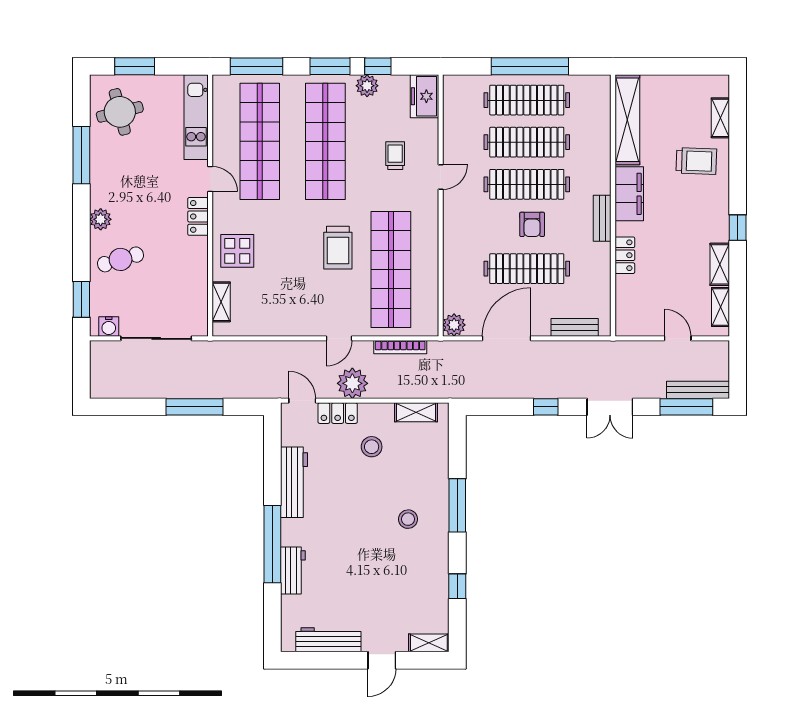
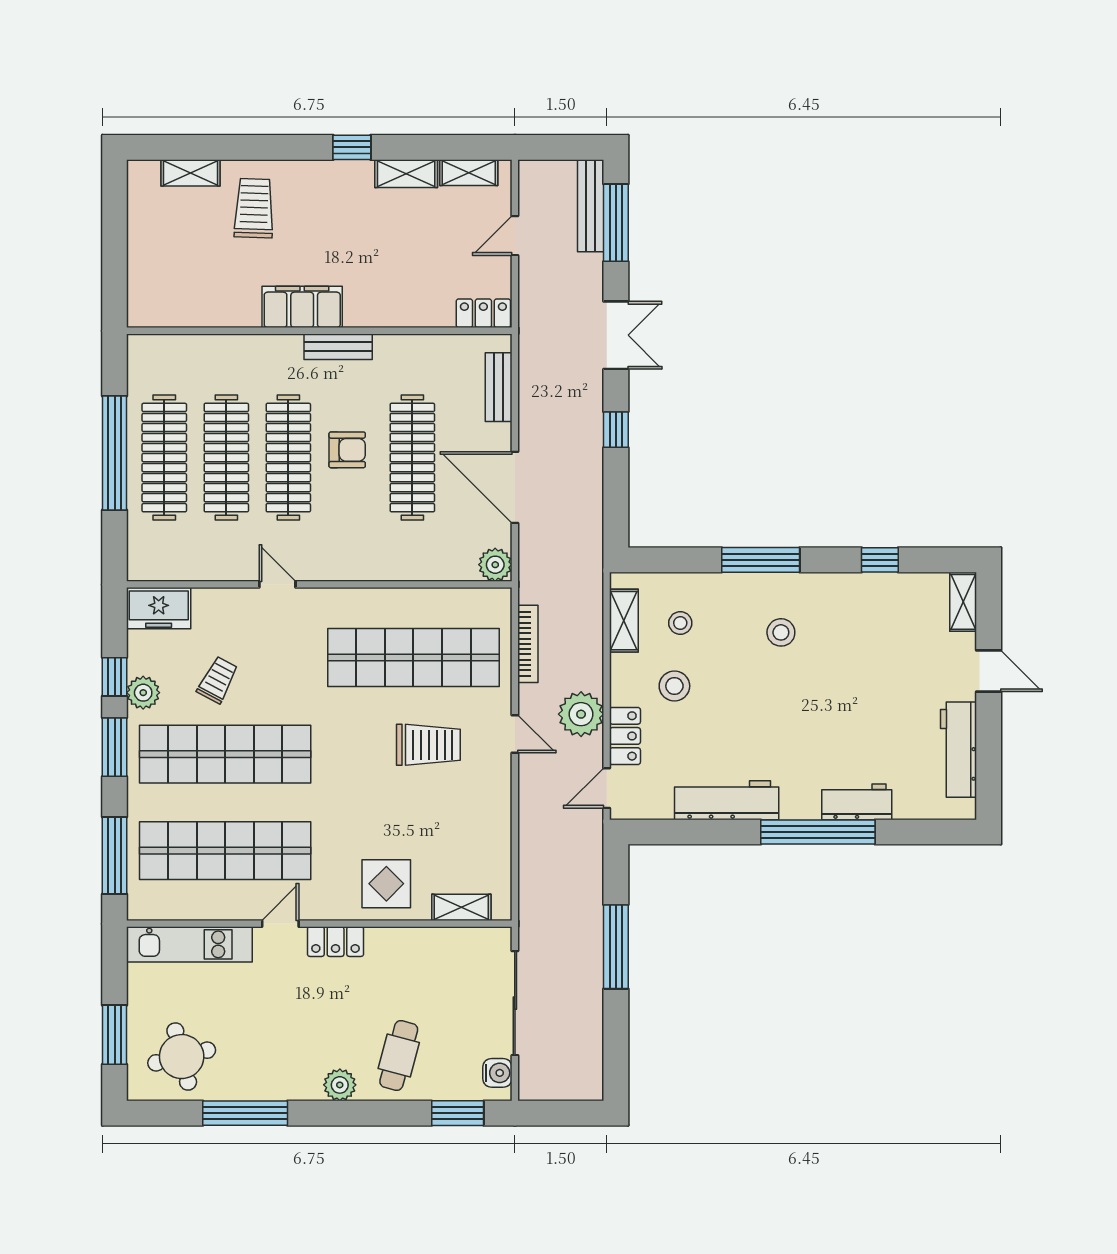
shelving: (627, 120) -> (193, 310), removed
trolley: (395, 156) -> (218, 680), moved, turned 118
trolley: (338, 248) -> (428, 745), moved
locker: (625, 255) -> (483, 313), moved
cafe table: (121, 259) -> (399, 1055), turned 32
stool: (414, 451) -> (680, 623), added

